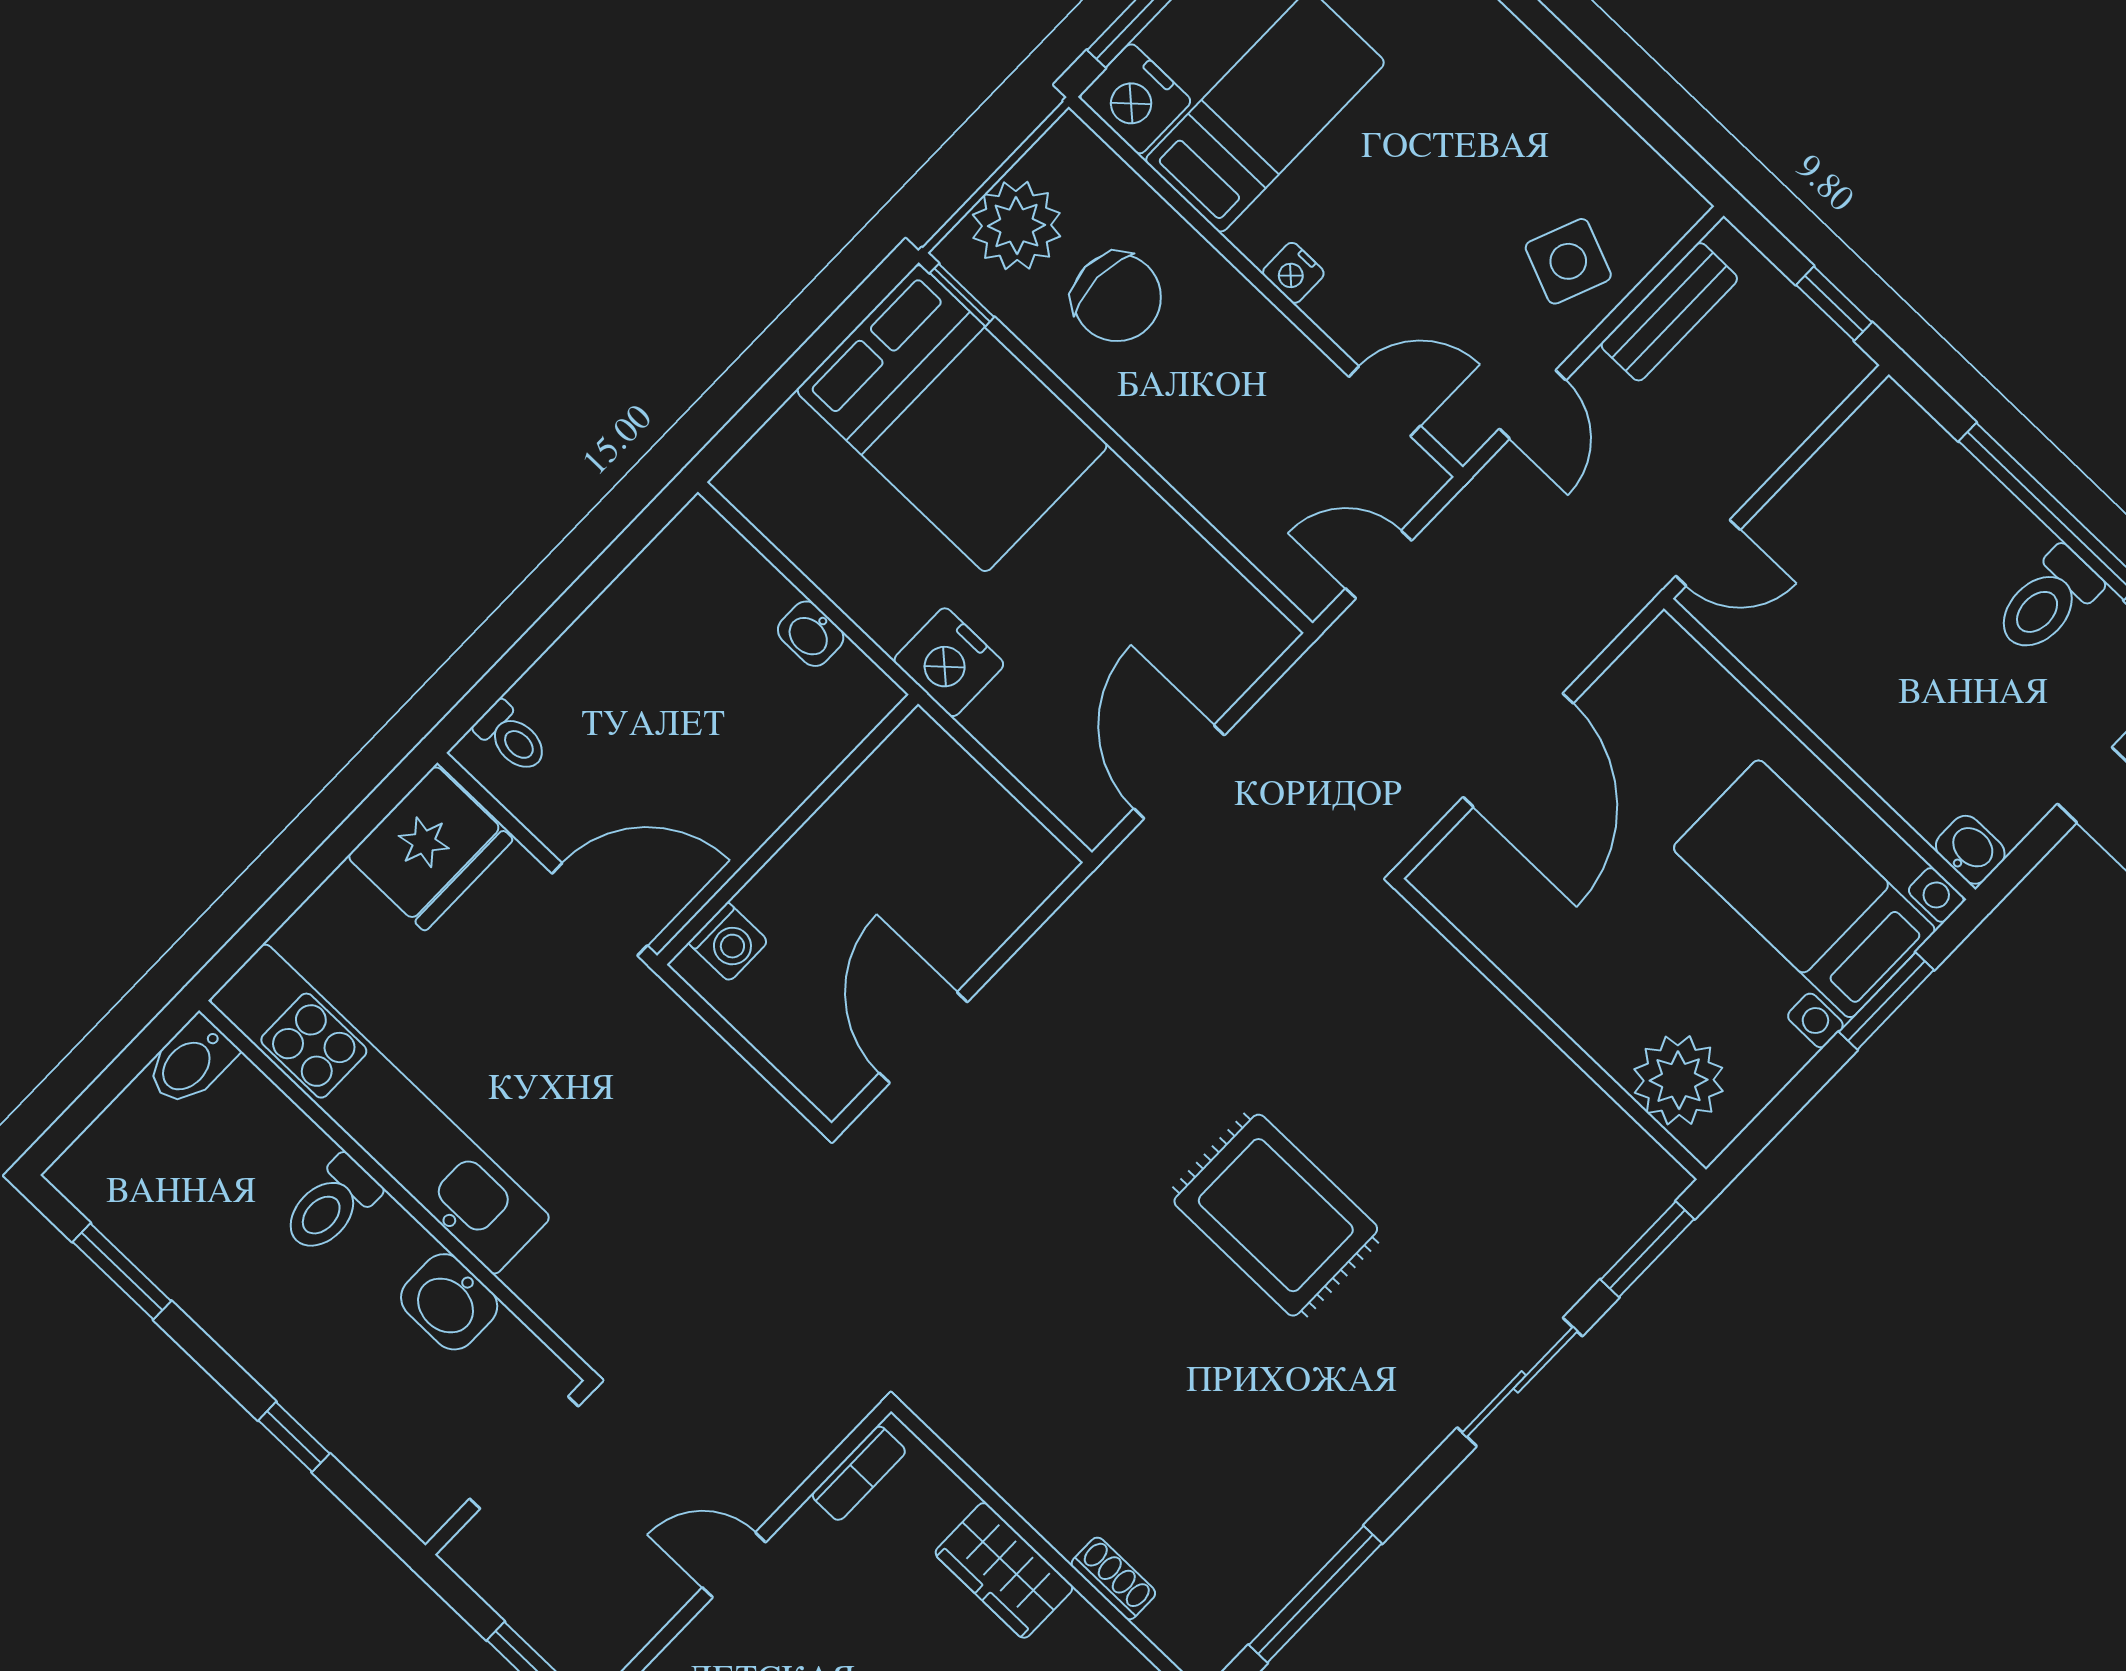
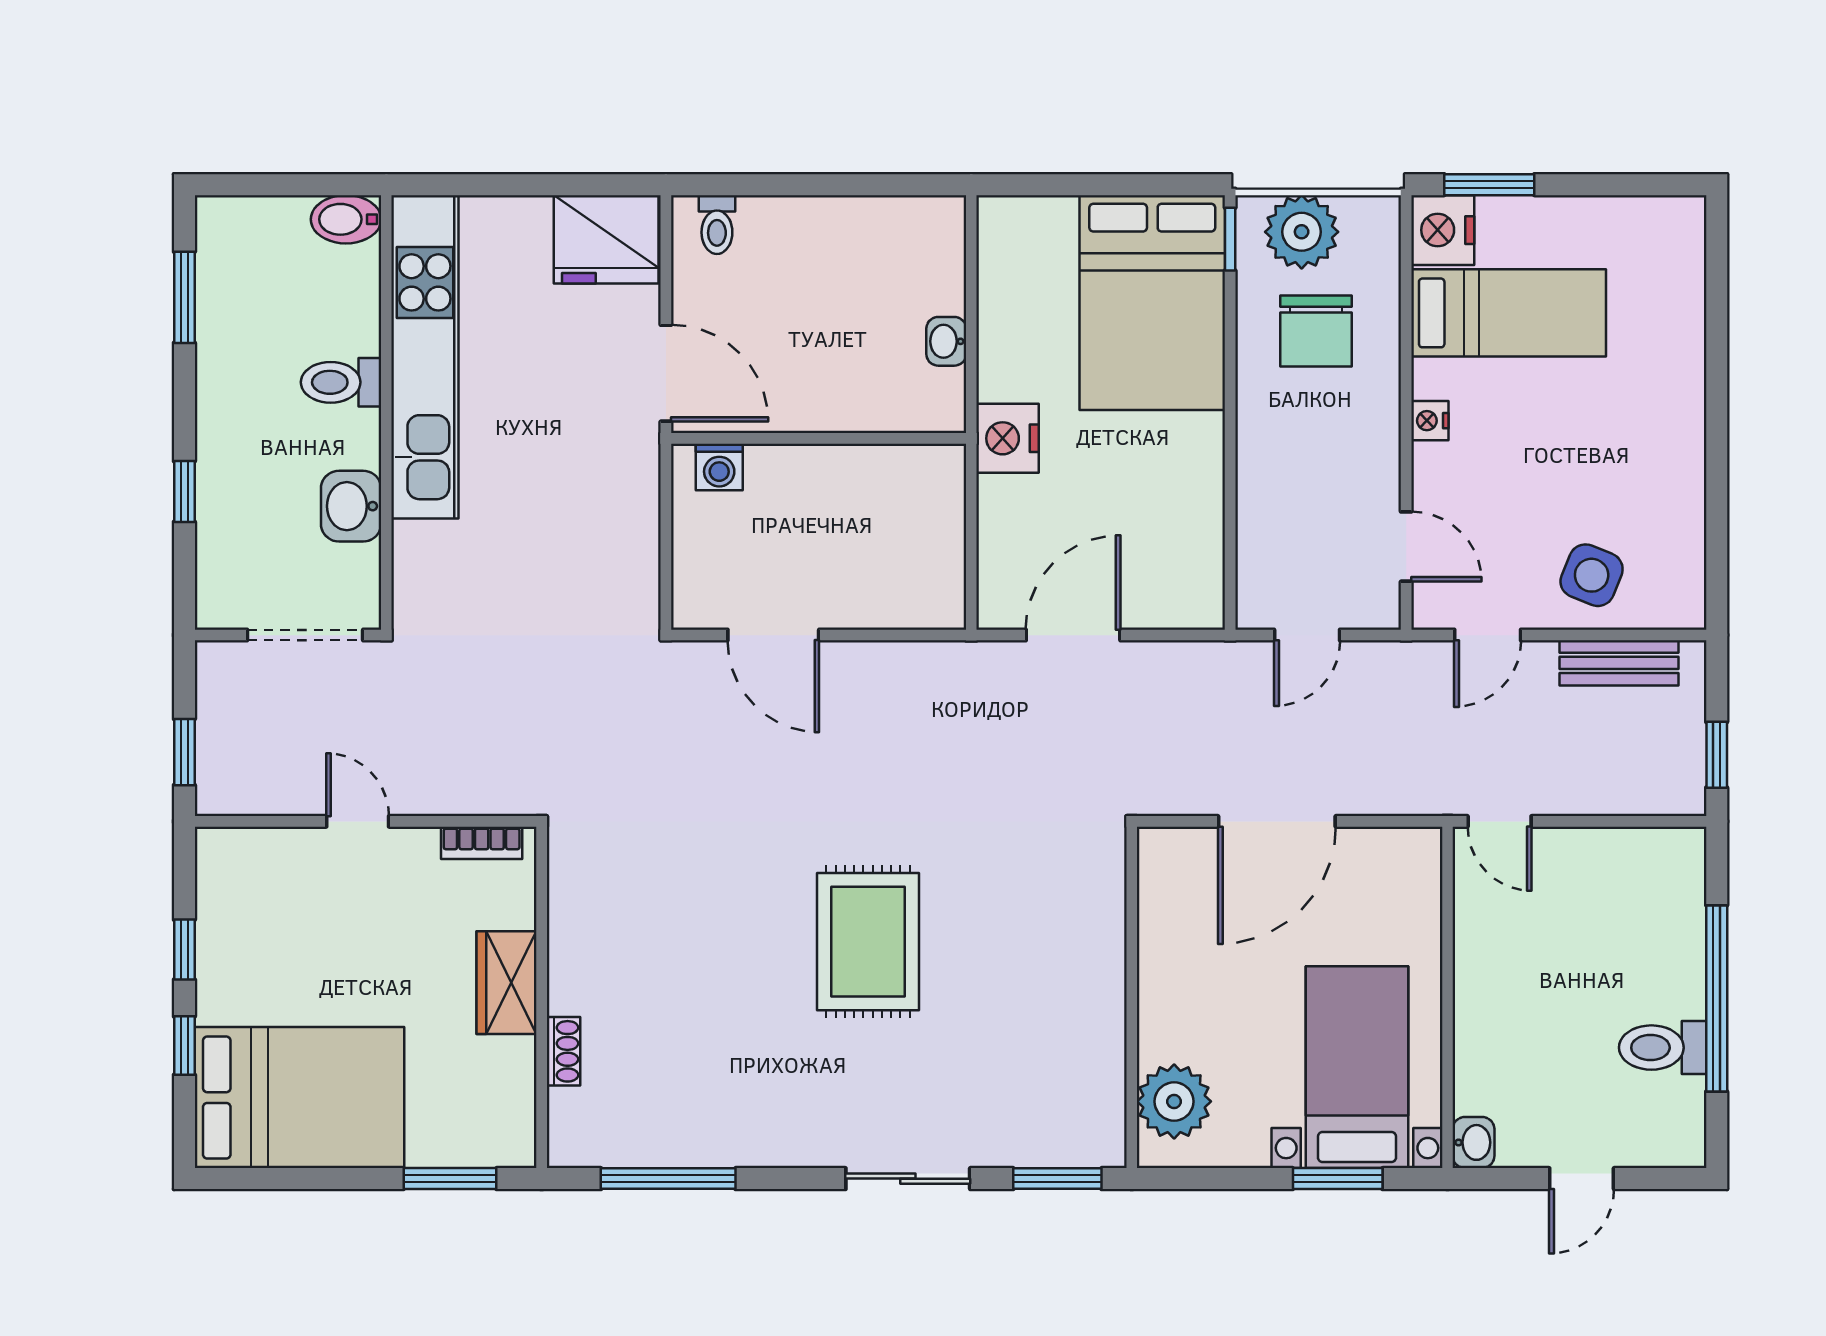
door: (1379, 564) -> (1307, 635), swing flipped
door: (923, 1038) -> (773, 635), swing flipped

